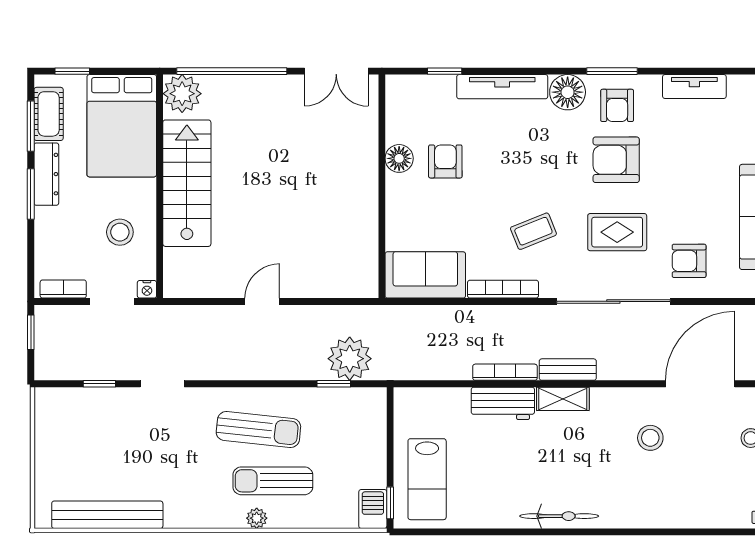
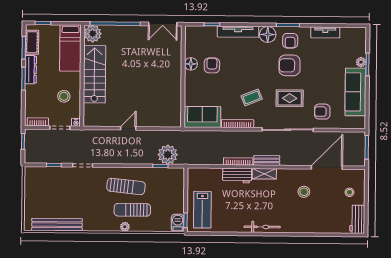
bed: (122, 126) -> (70, 48), width x0.67

